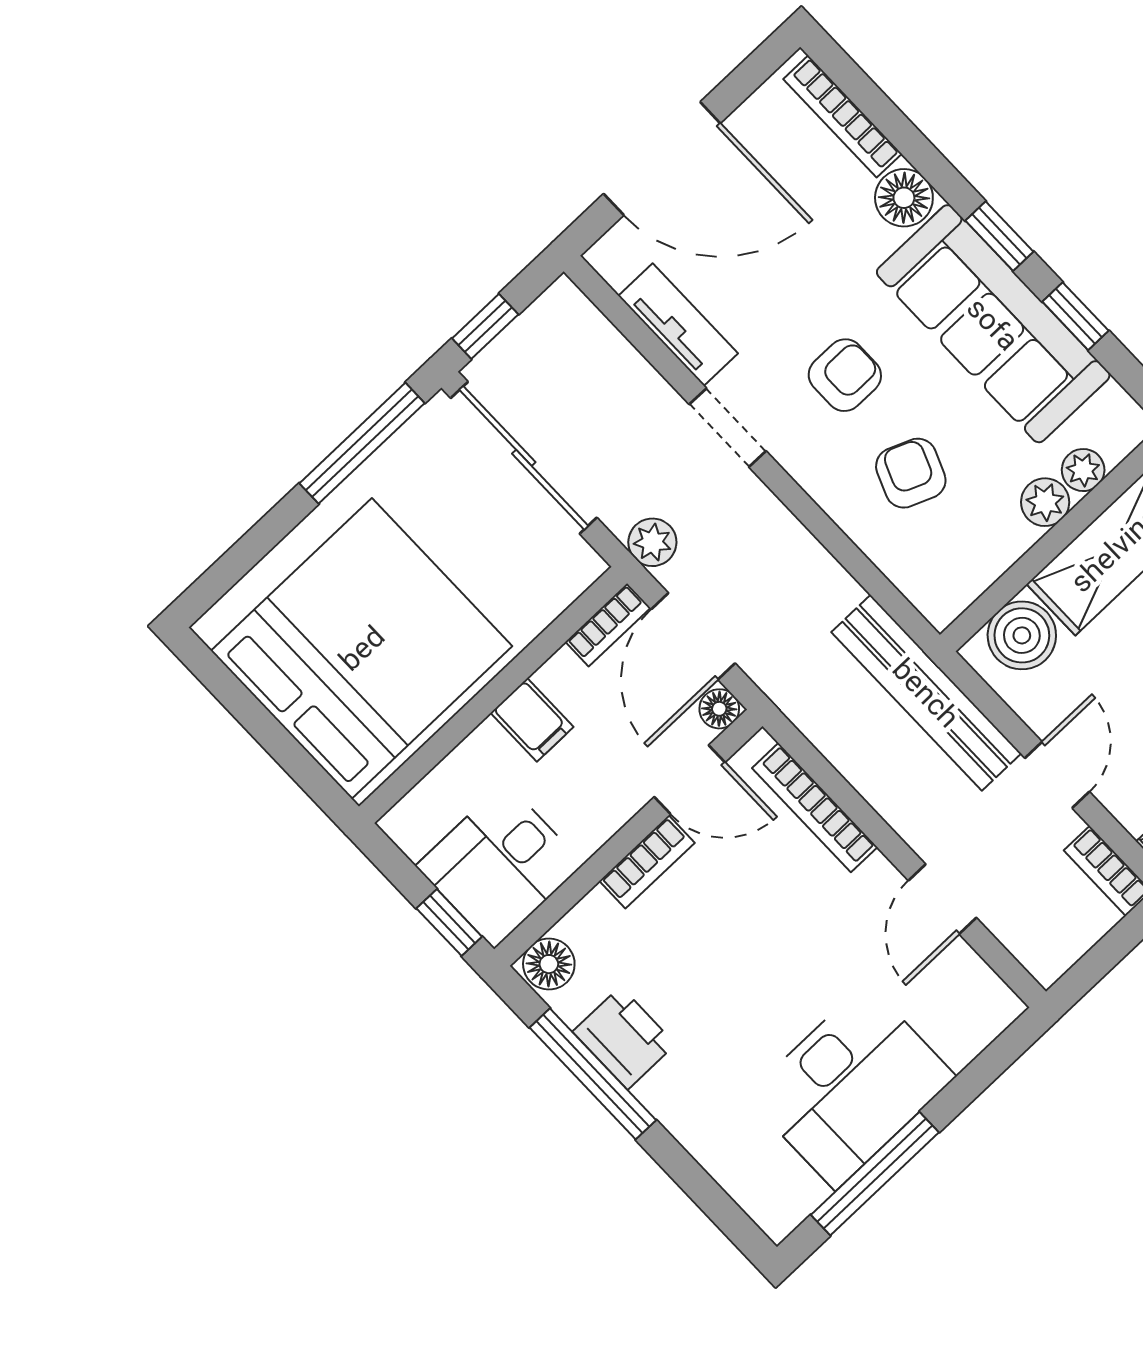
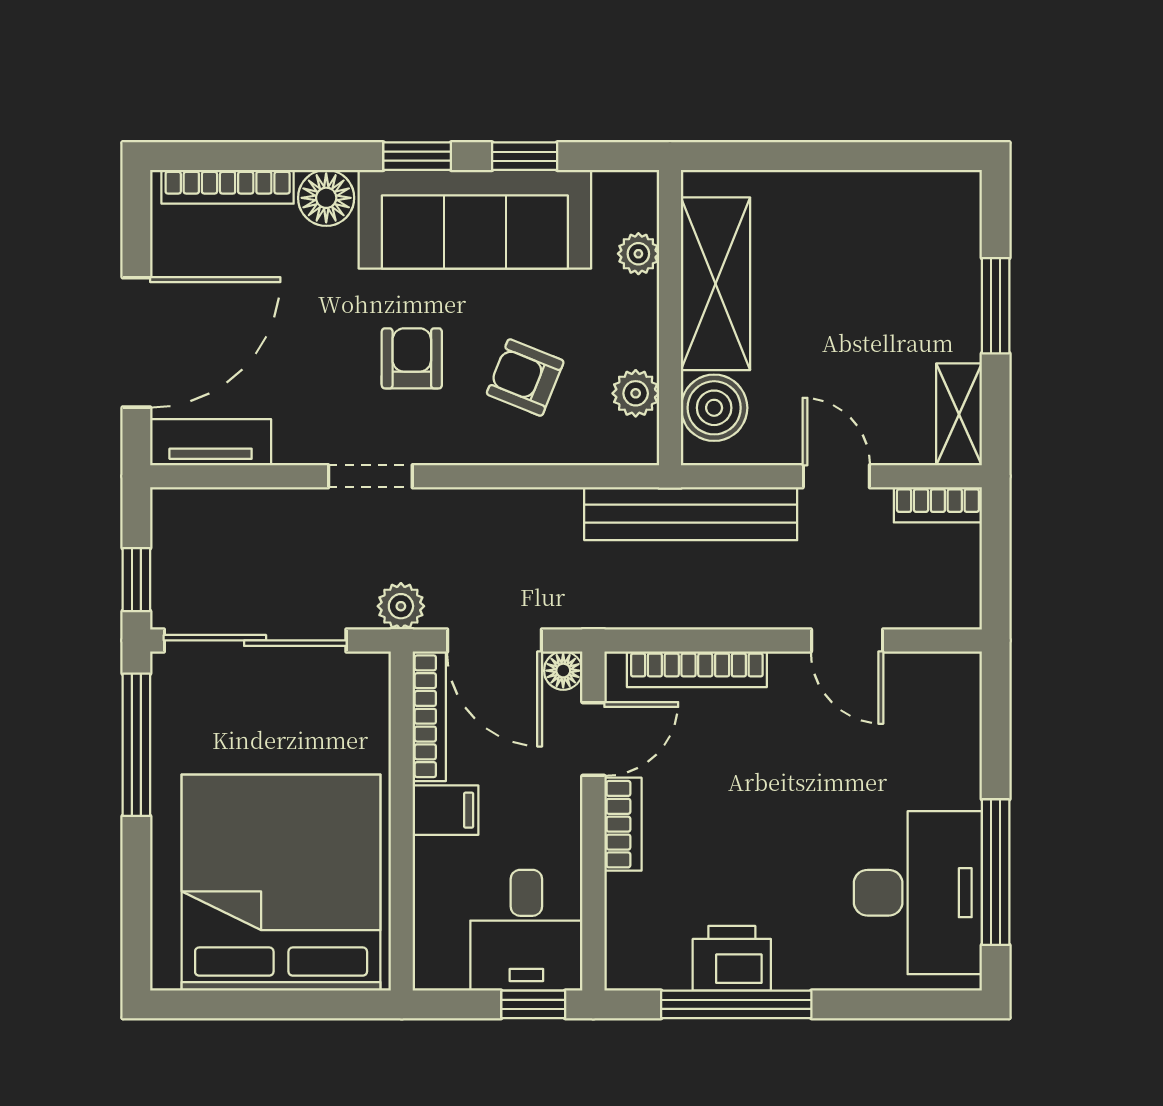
tv unit: (678, 325) -> (211, 442), moved
plant: (1045, 502) -> (636, 393), moved
bookcase: (608, 625) -> (429, 716), width x1.56
floor lamp: (549, 964) -> (629, 962), removed
desk: (851, 1086) -> (918, 893), moved

